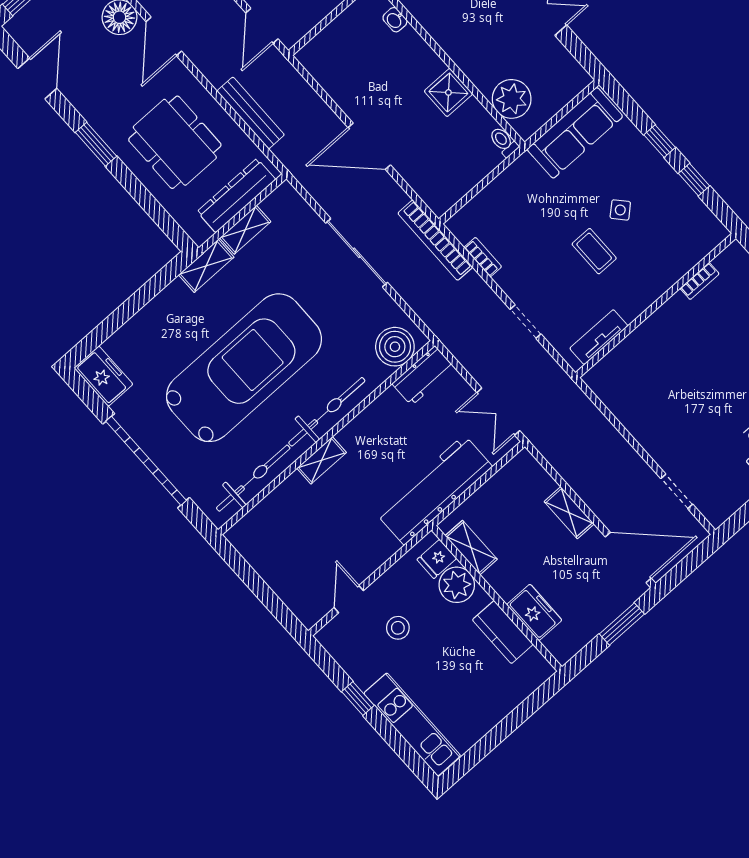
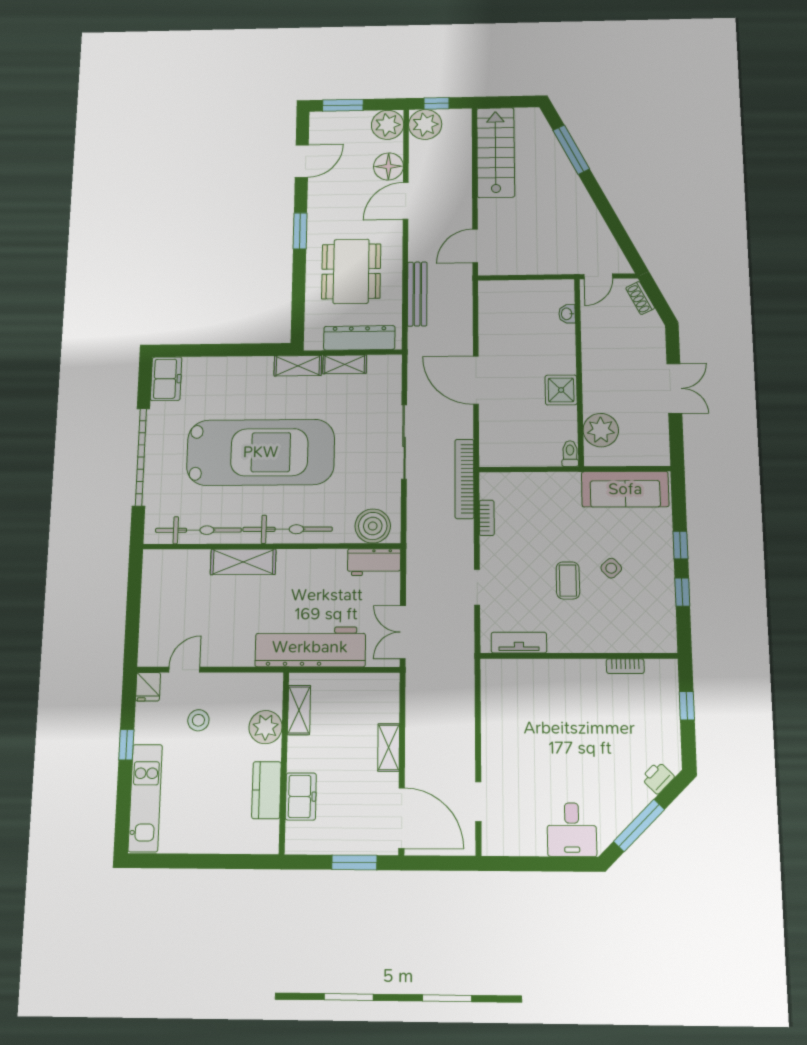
shelving: (322, 460) -> (243, 562), width x1.50, depth x1.33
fridge: (437, 559) -> (148, 687), moved, turned -90

